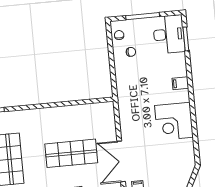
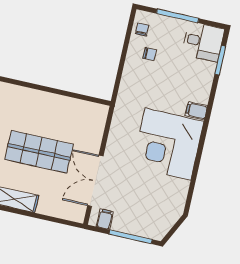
desk: (169, 34) -> (203, 42), width x0.73
corner desk: (174, 121) -> (168, 144), width x1.36, depth x1.36

